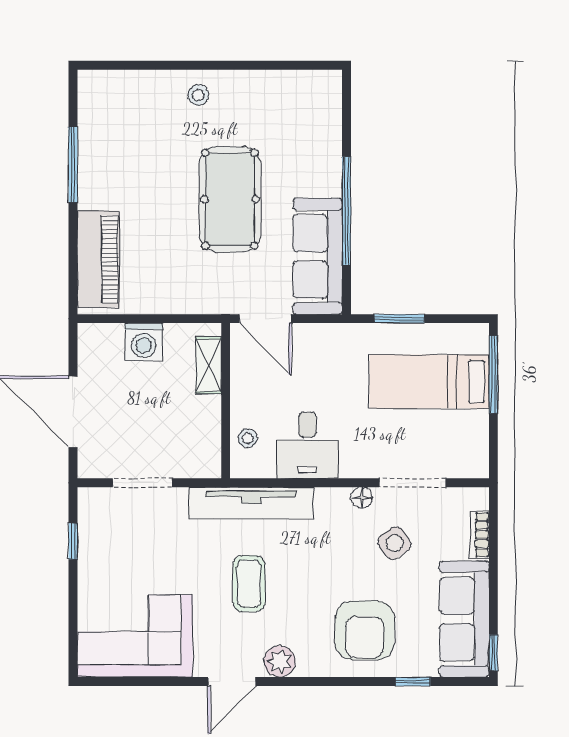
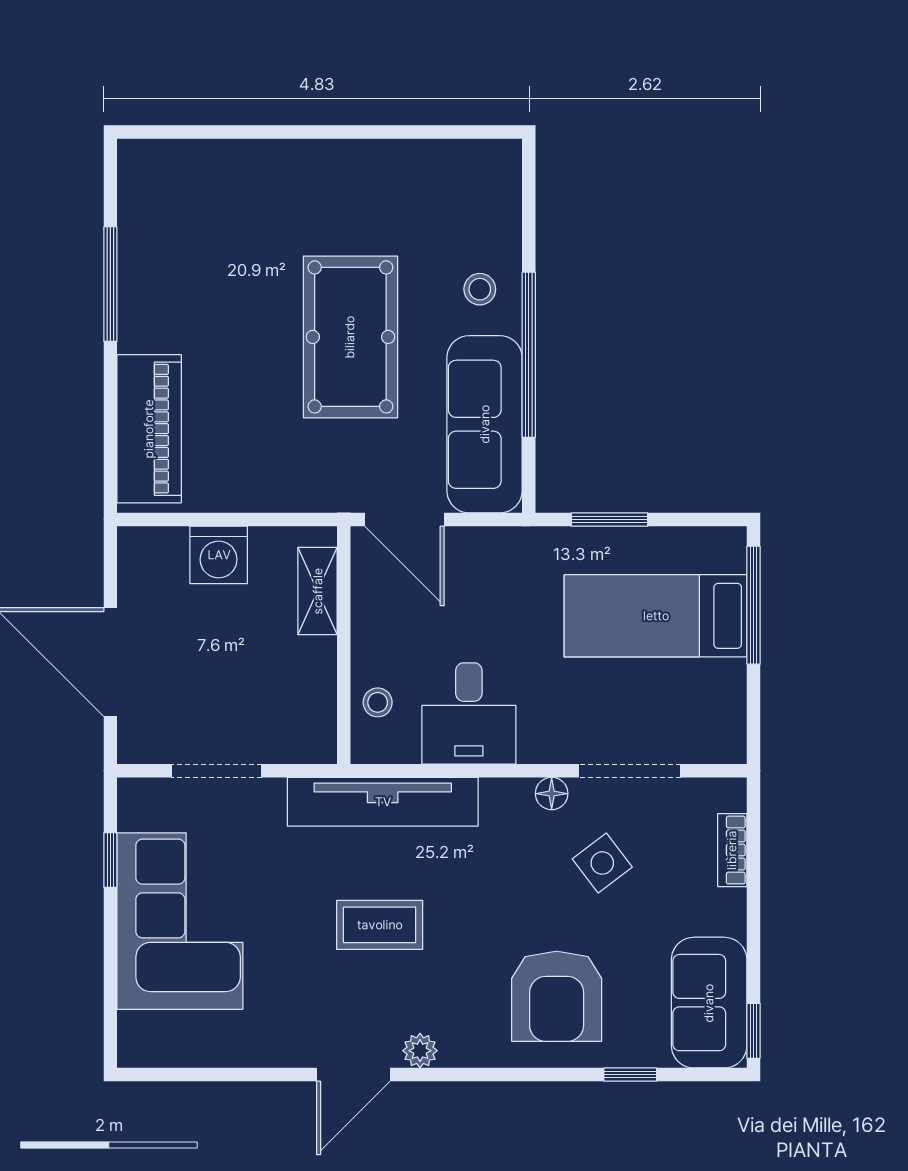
stool: (198, 95) -> (480, 289), moved
coffee table: (249, 584) -> (380, 925), turned 90
sofa: (464, 619) -> (709, 1003), width x0.73
corner sofa: (135, 636) -> (180, 921), moved, turned 90
plant: (280, 661) -> (420, 1051), width x0.73, depth x0.73

